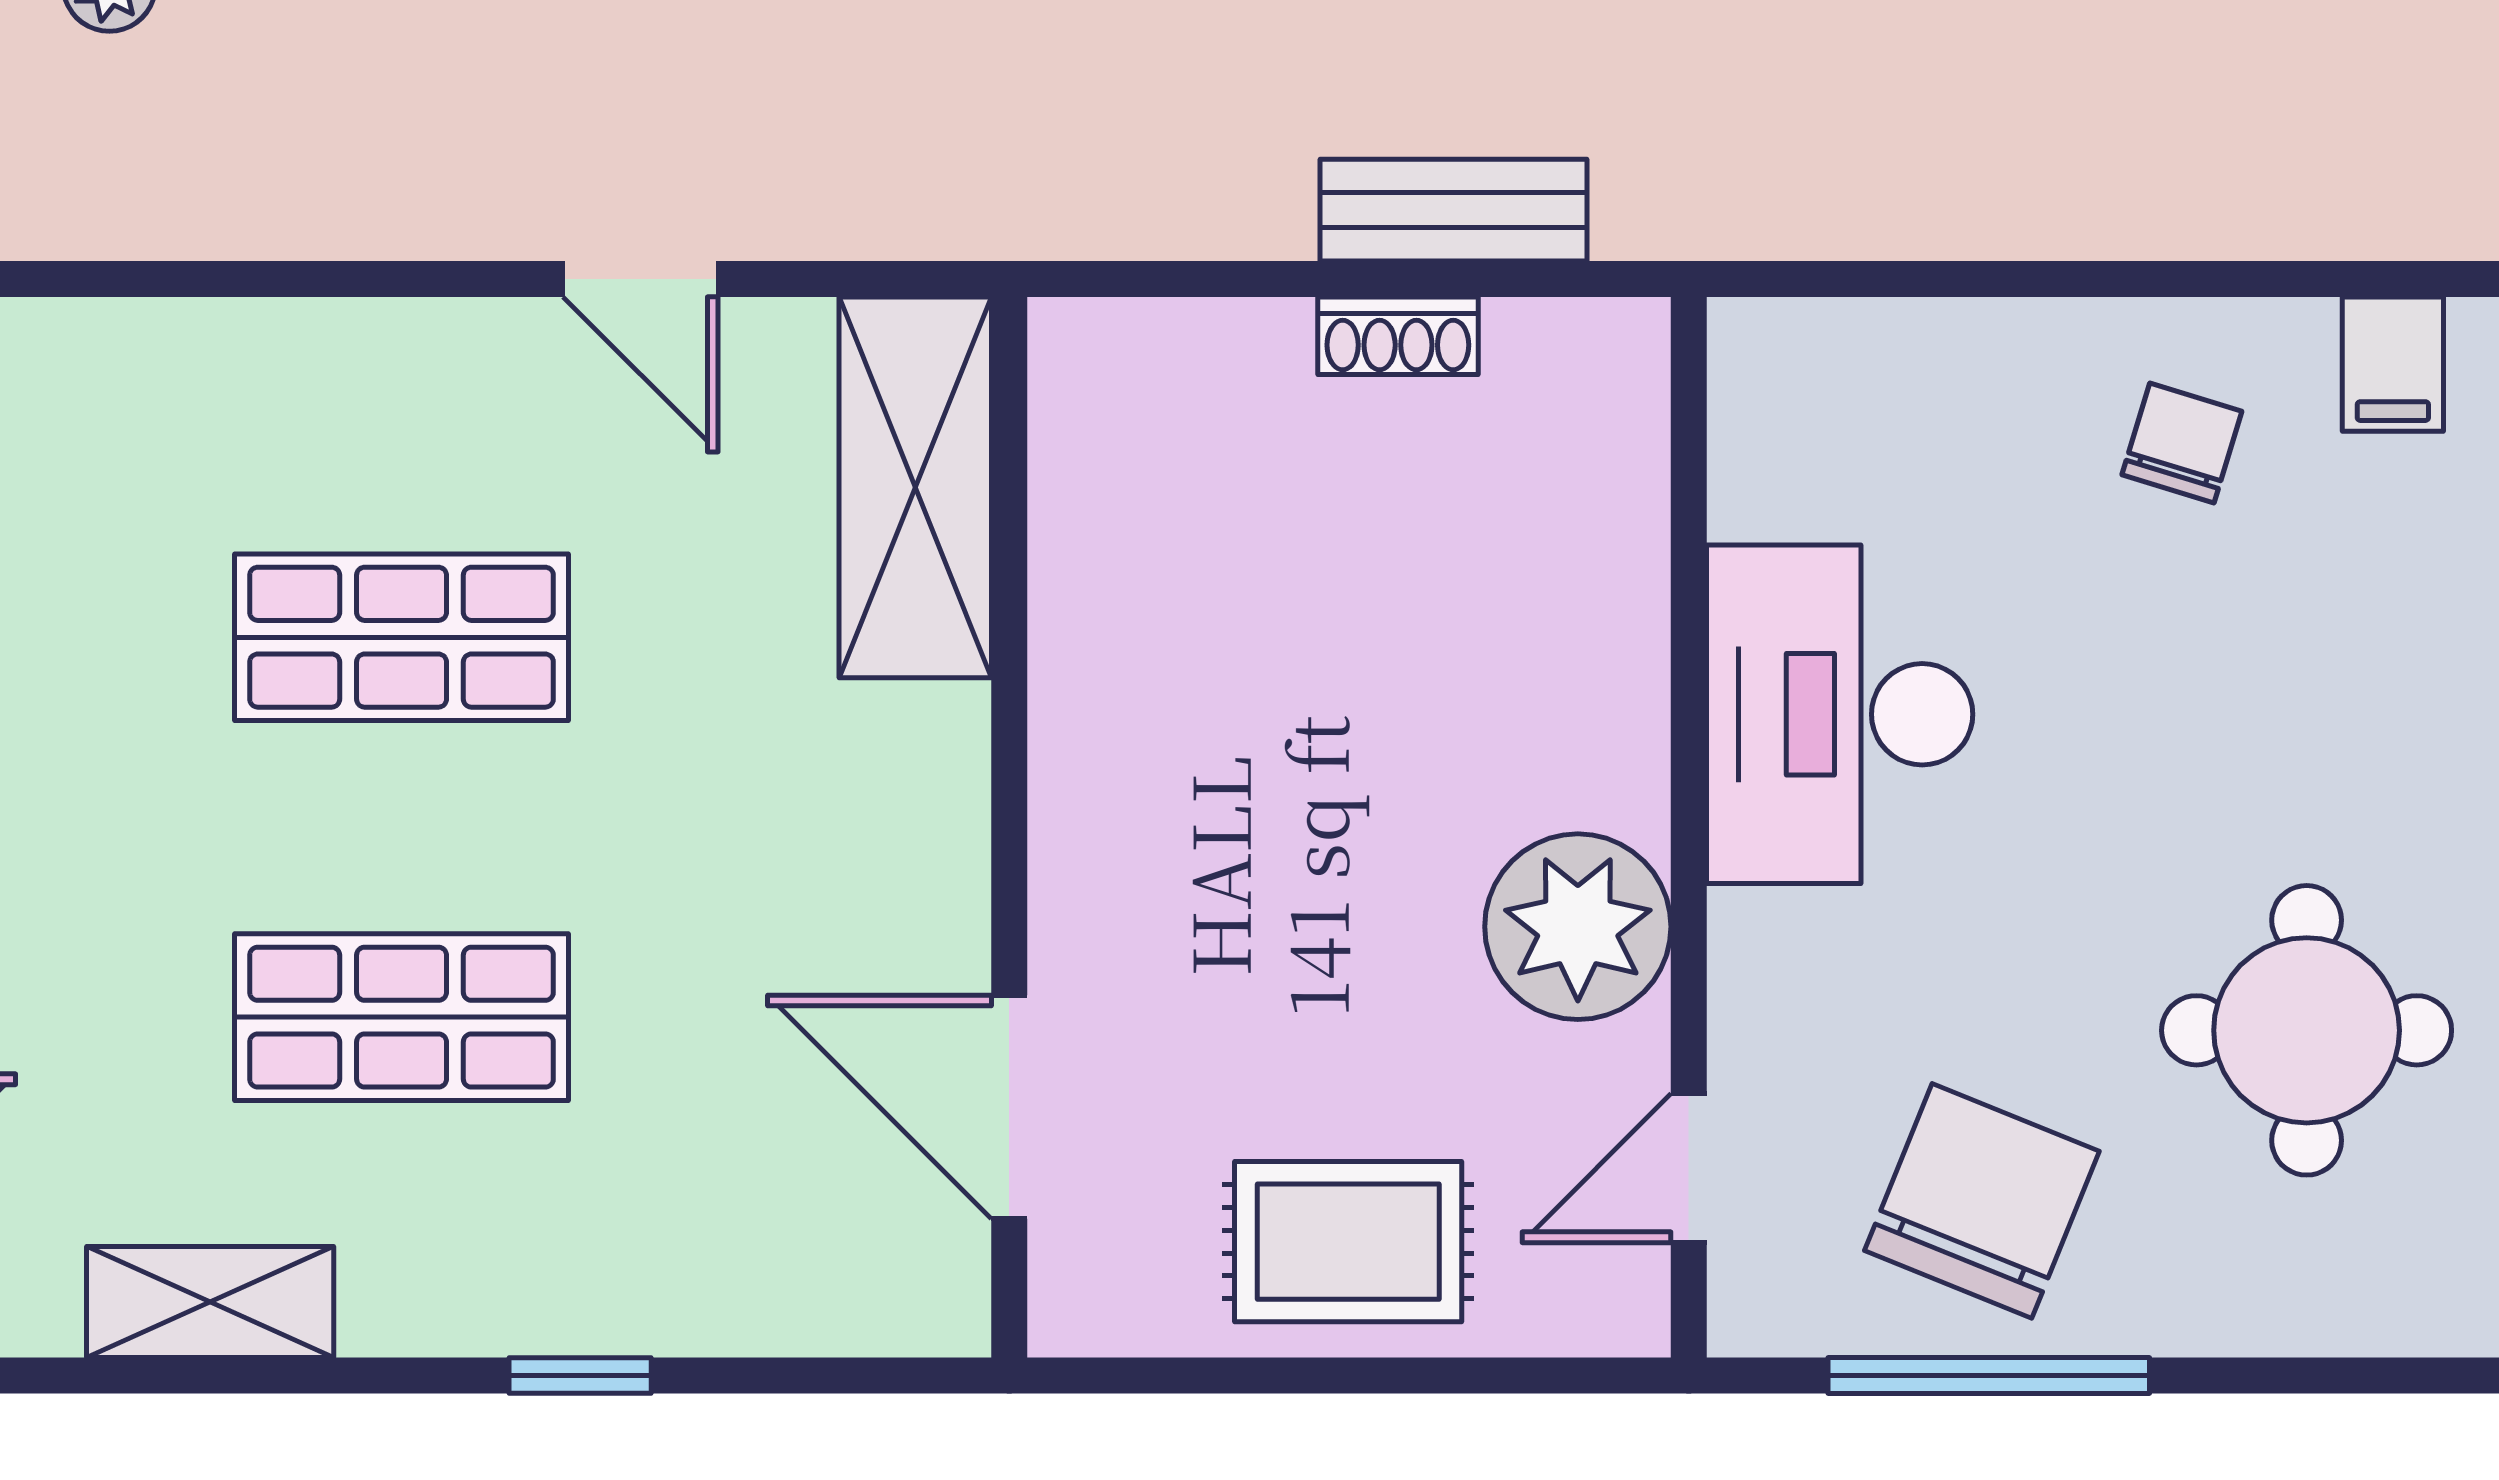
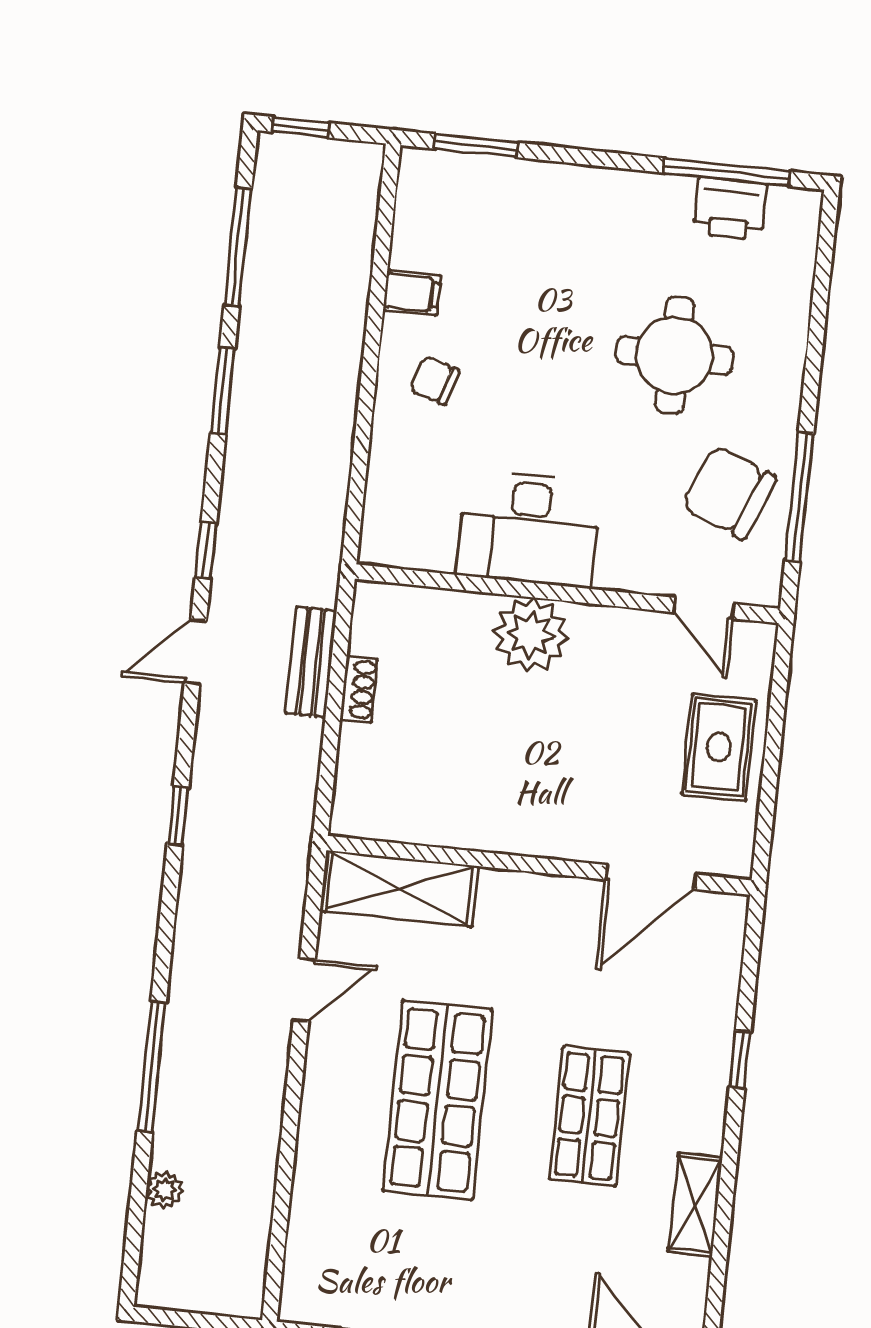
shop shelf: (402, 637) -> (437, 1100), width x1.43, depth x1.36
plant: (1578, 927) -> (531, 635), moved

